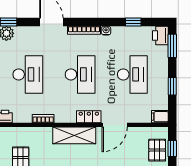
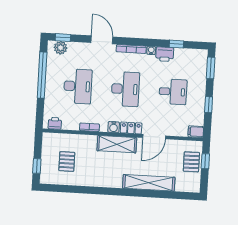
printer: (160, 35) -> (165, 54), moved, turned -90
desk: (132, 74) -> (173, 92), width x0.73
water cooler: (70, 117) -> (114, 127), added

